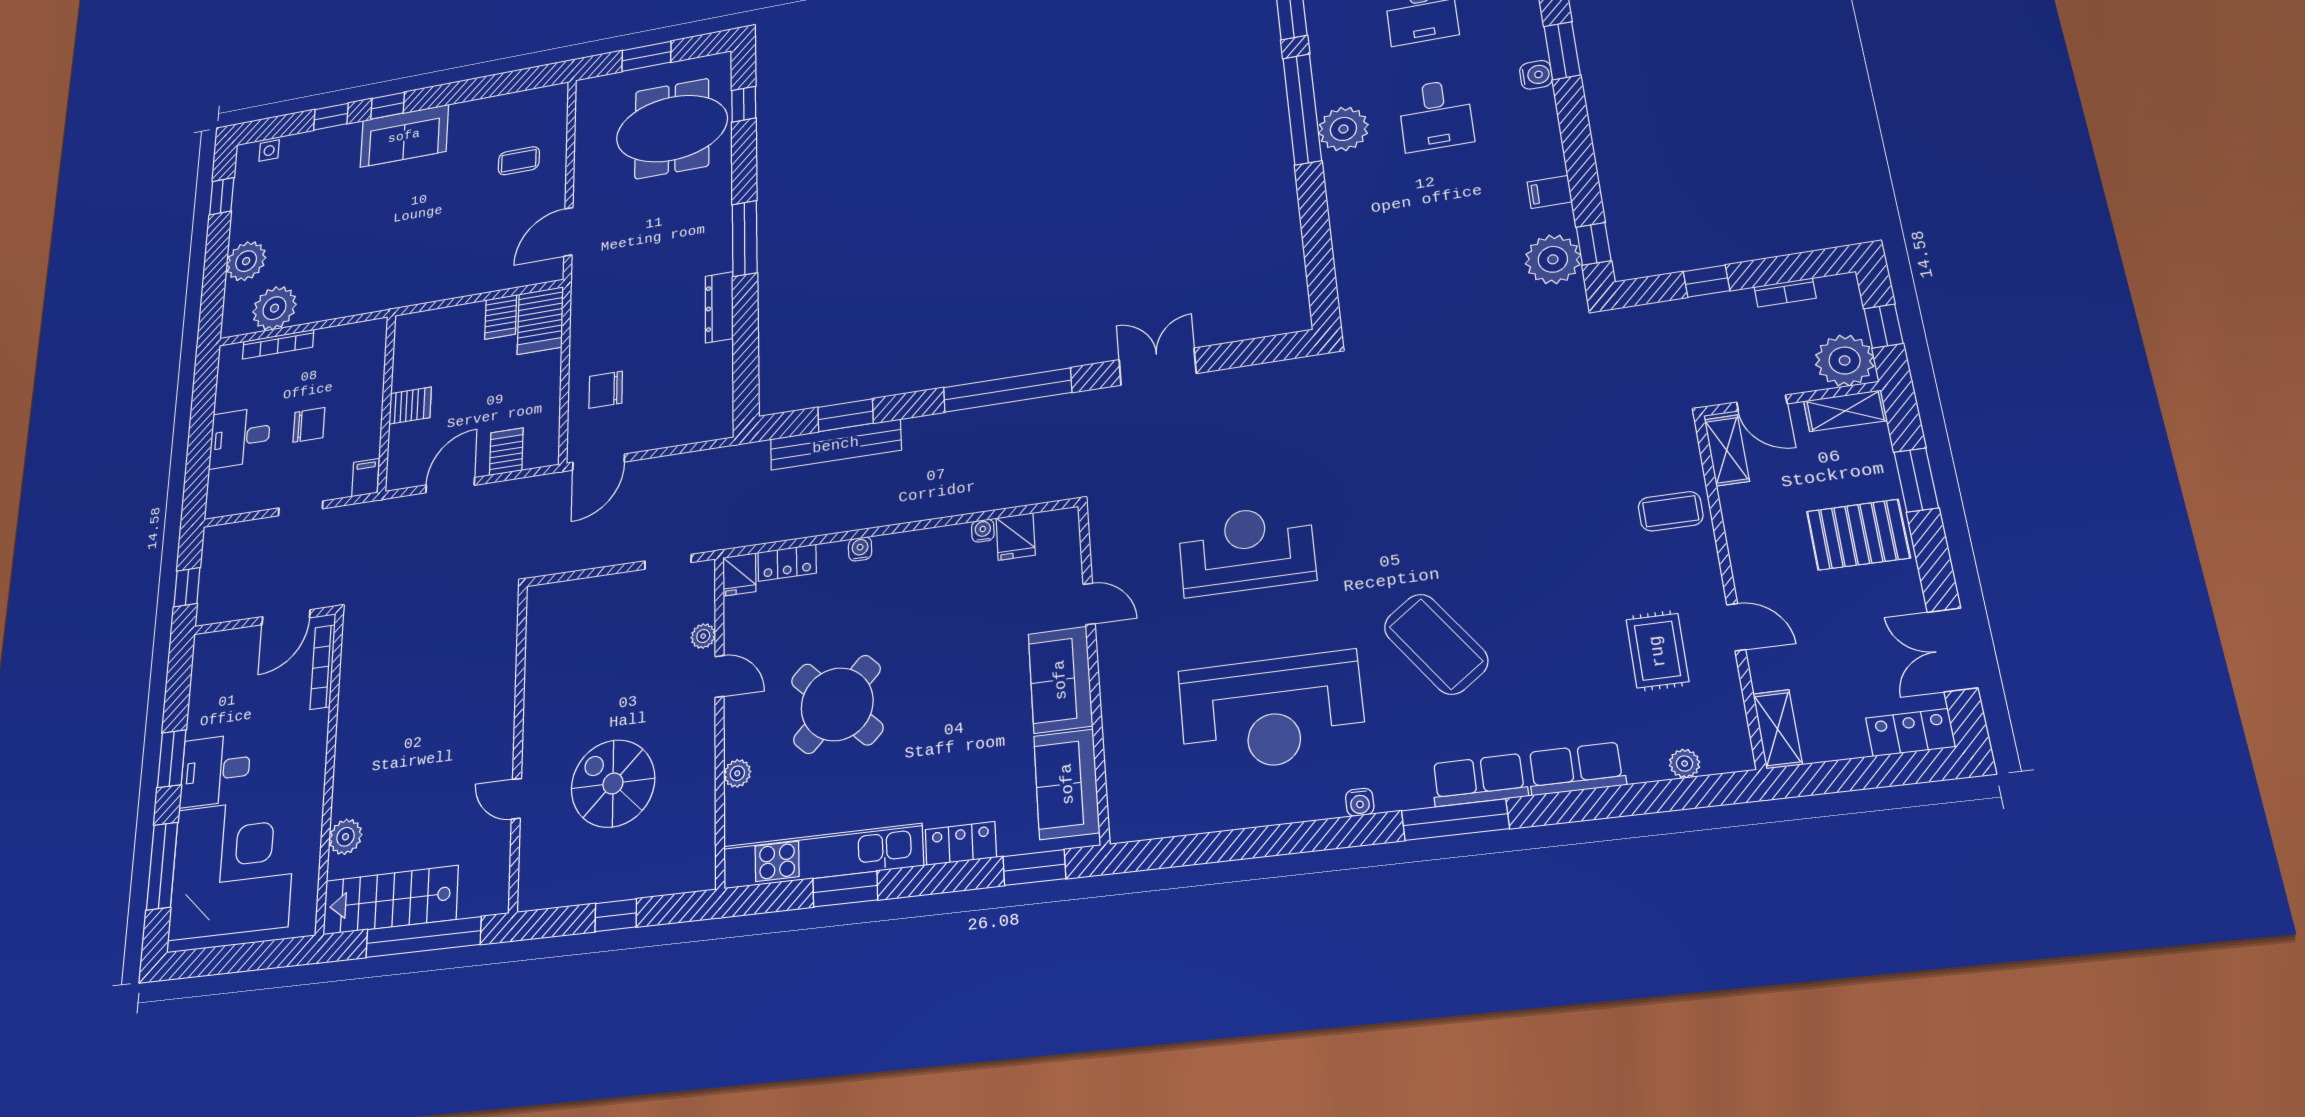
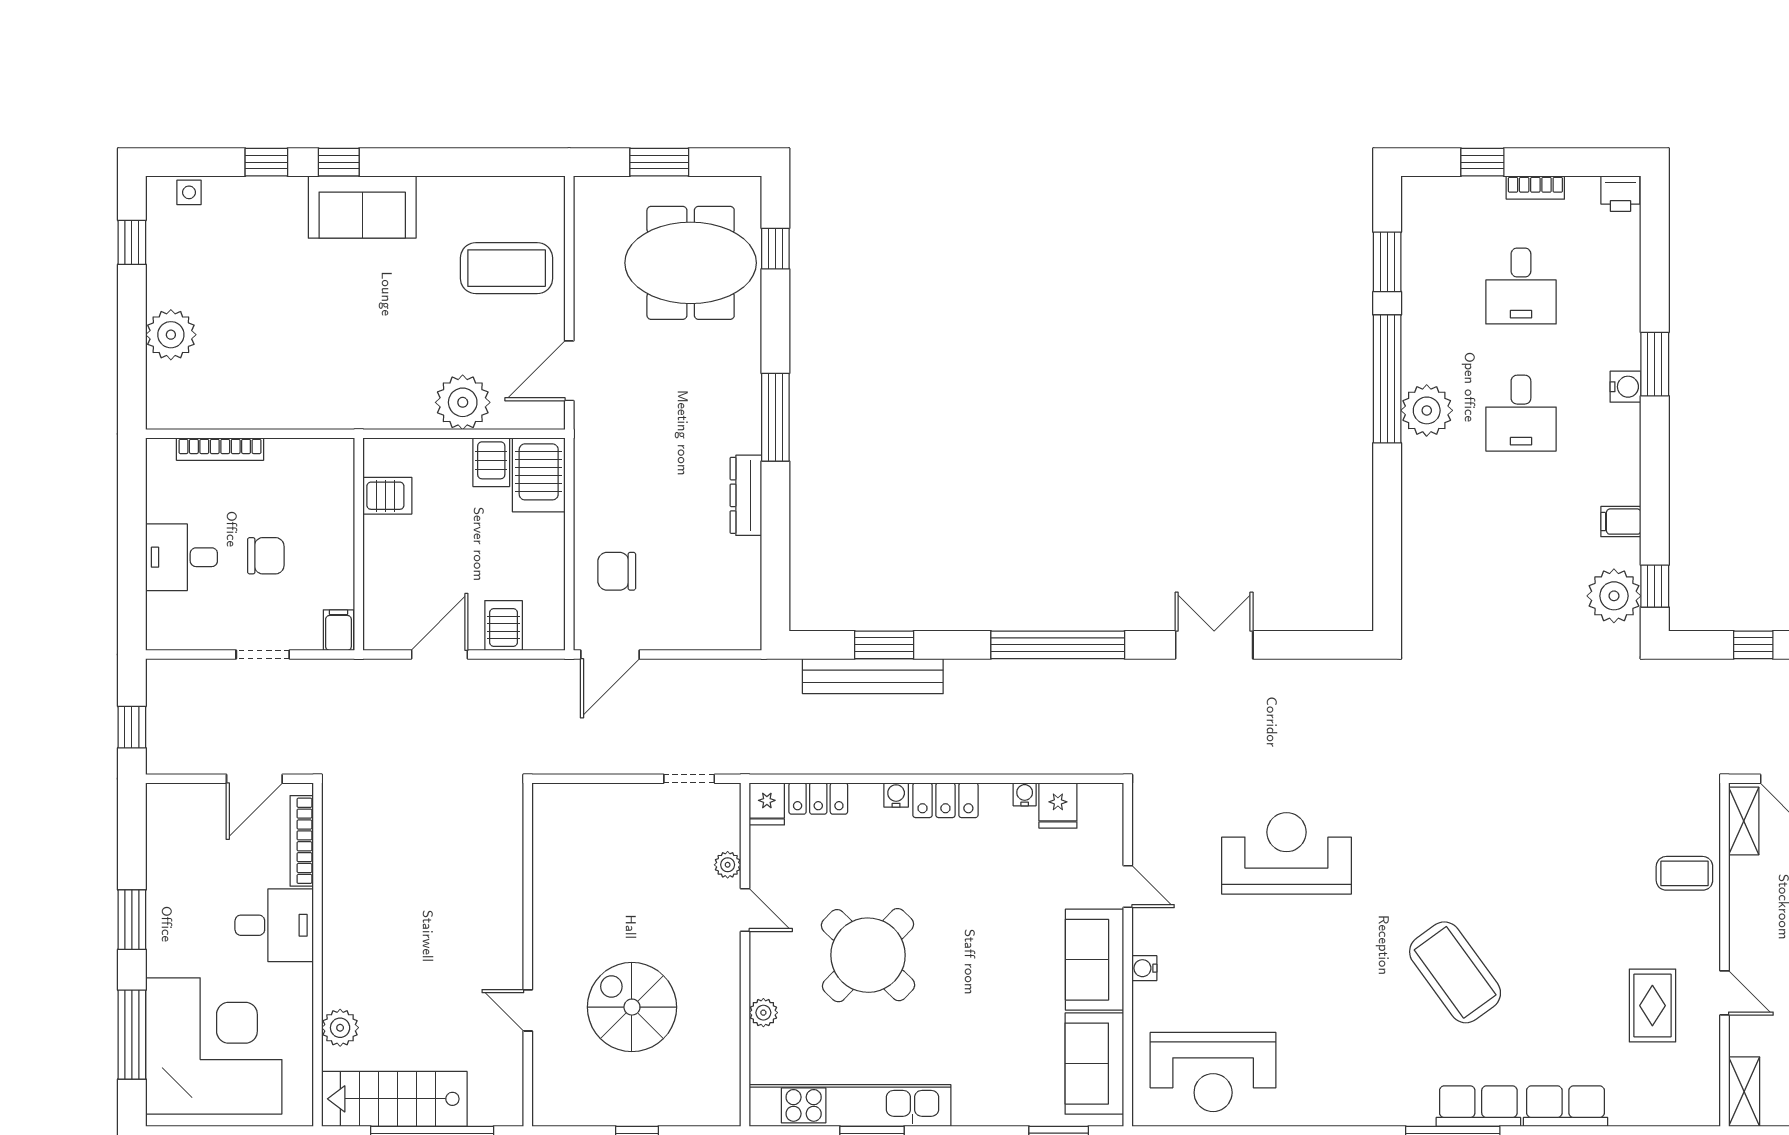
coffee table: (519, 161) -> (507, 268), width x1.86, depth x1.72
plant: (275, 308) -> (463, 402), moved
server rack: (410, 406) -> (387, 496), moved
reception desk: (1272, 712) -> (1213, 1072), moved, width x0.74, depth x0.77
plant: (1685, 763) -> (1660, 1113), removed
desk: (215, 770) -> (274, 925), moved, turned 180
water cooler: (1360, 802) -> (1144, 968), moved, turned 90
locker: (961, 843) -> (945, 800), moved, turned 180

